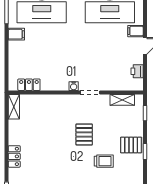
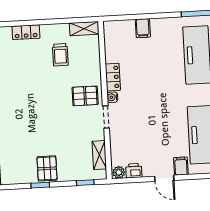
filing cabinet: (16, 34) -> (143, 28), moved
plant: (138, 84) -> (119, 172), added
locker: (29, 85) -> (113, 77), moved
pallet: (84, 134) -> (85, 96), moved
trolley: (104, 161) -> (60, 55), moved

